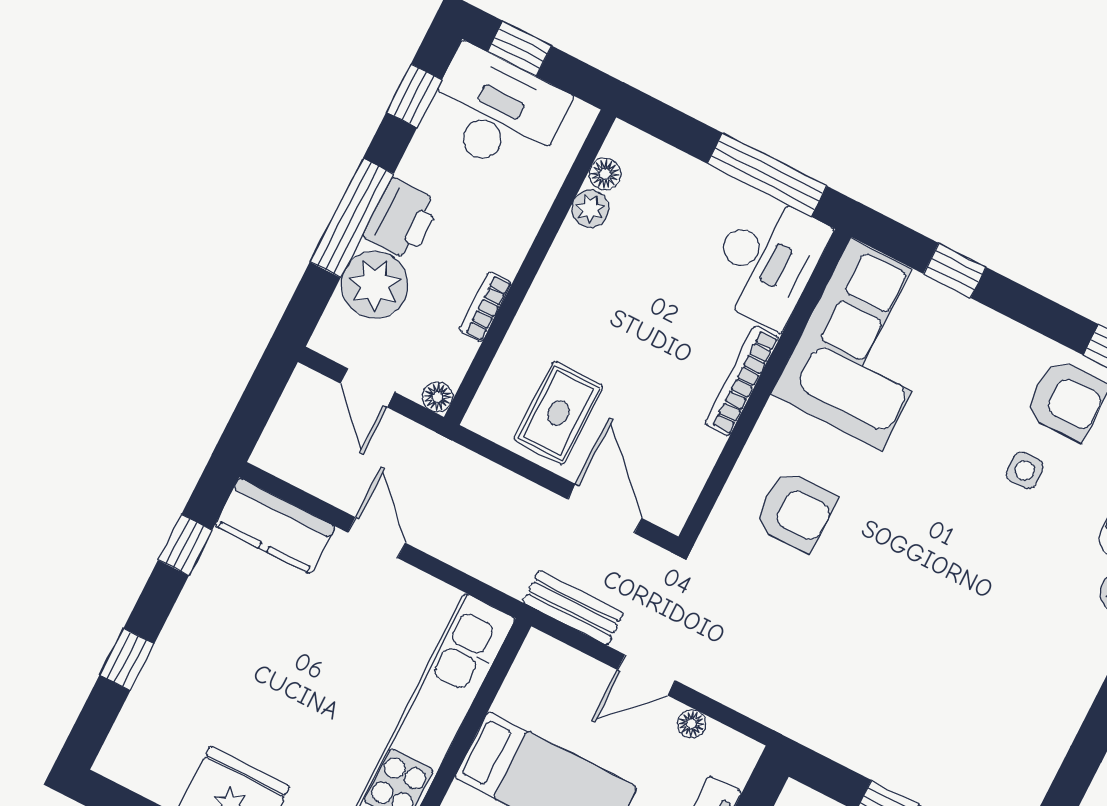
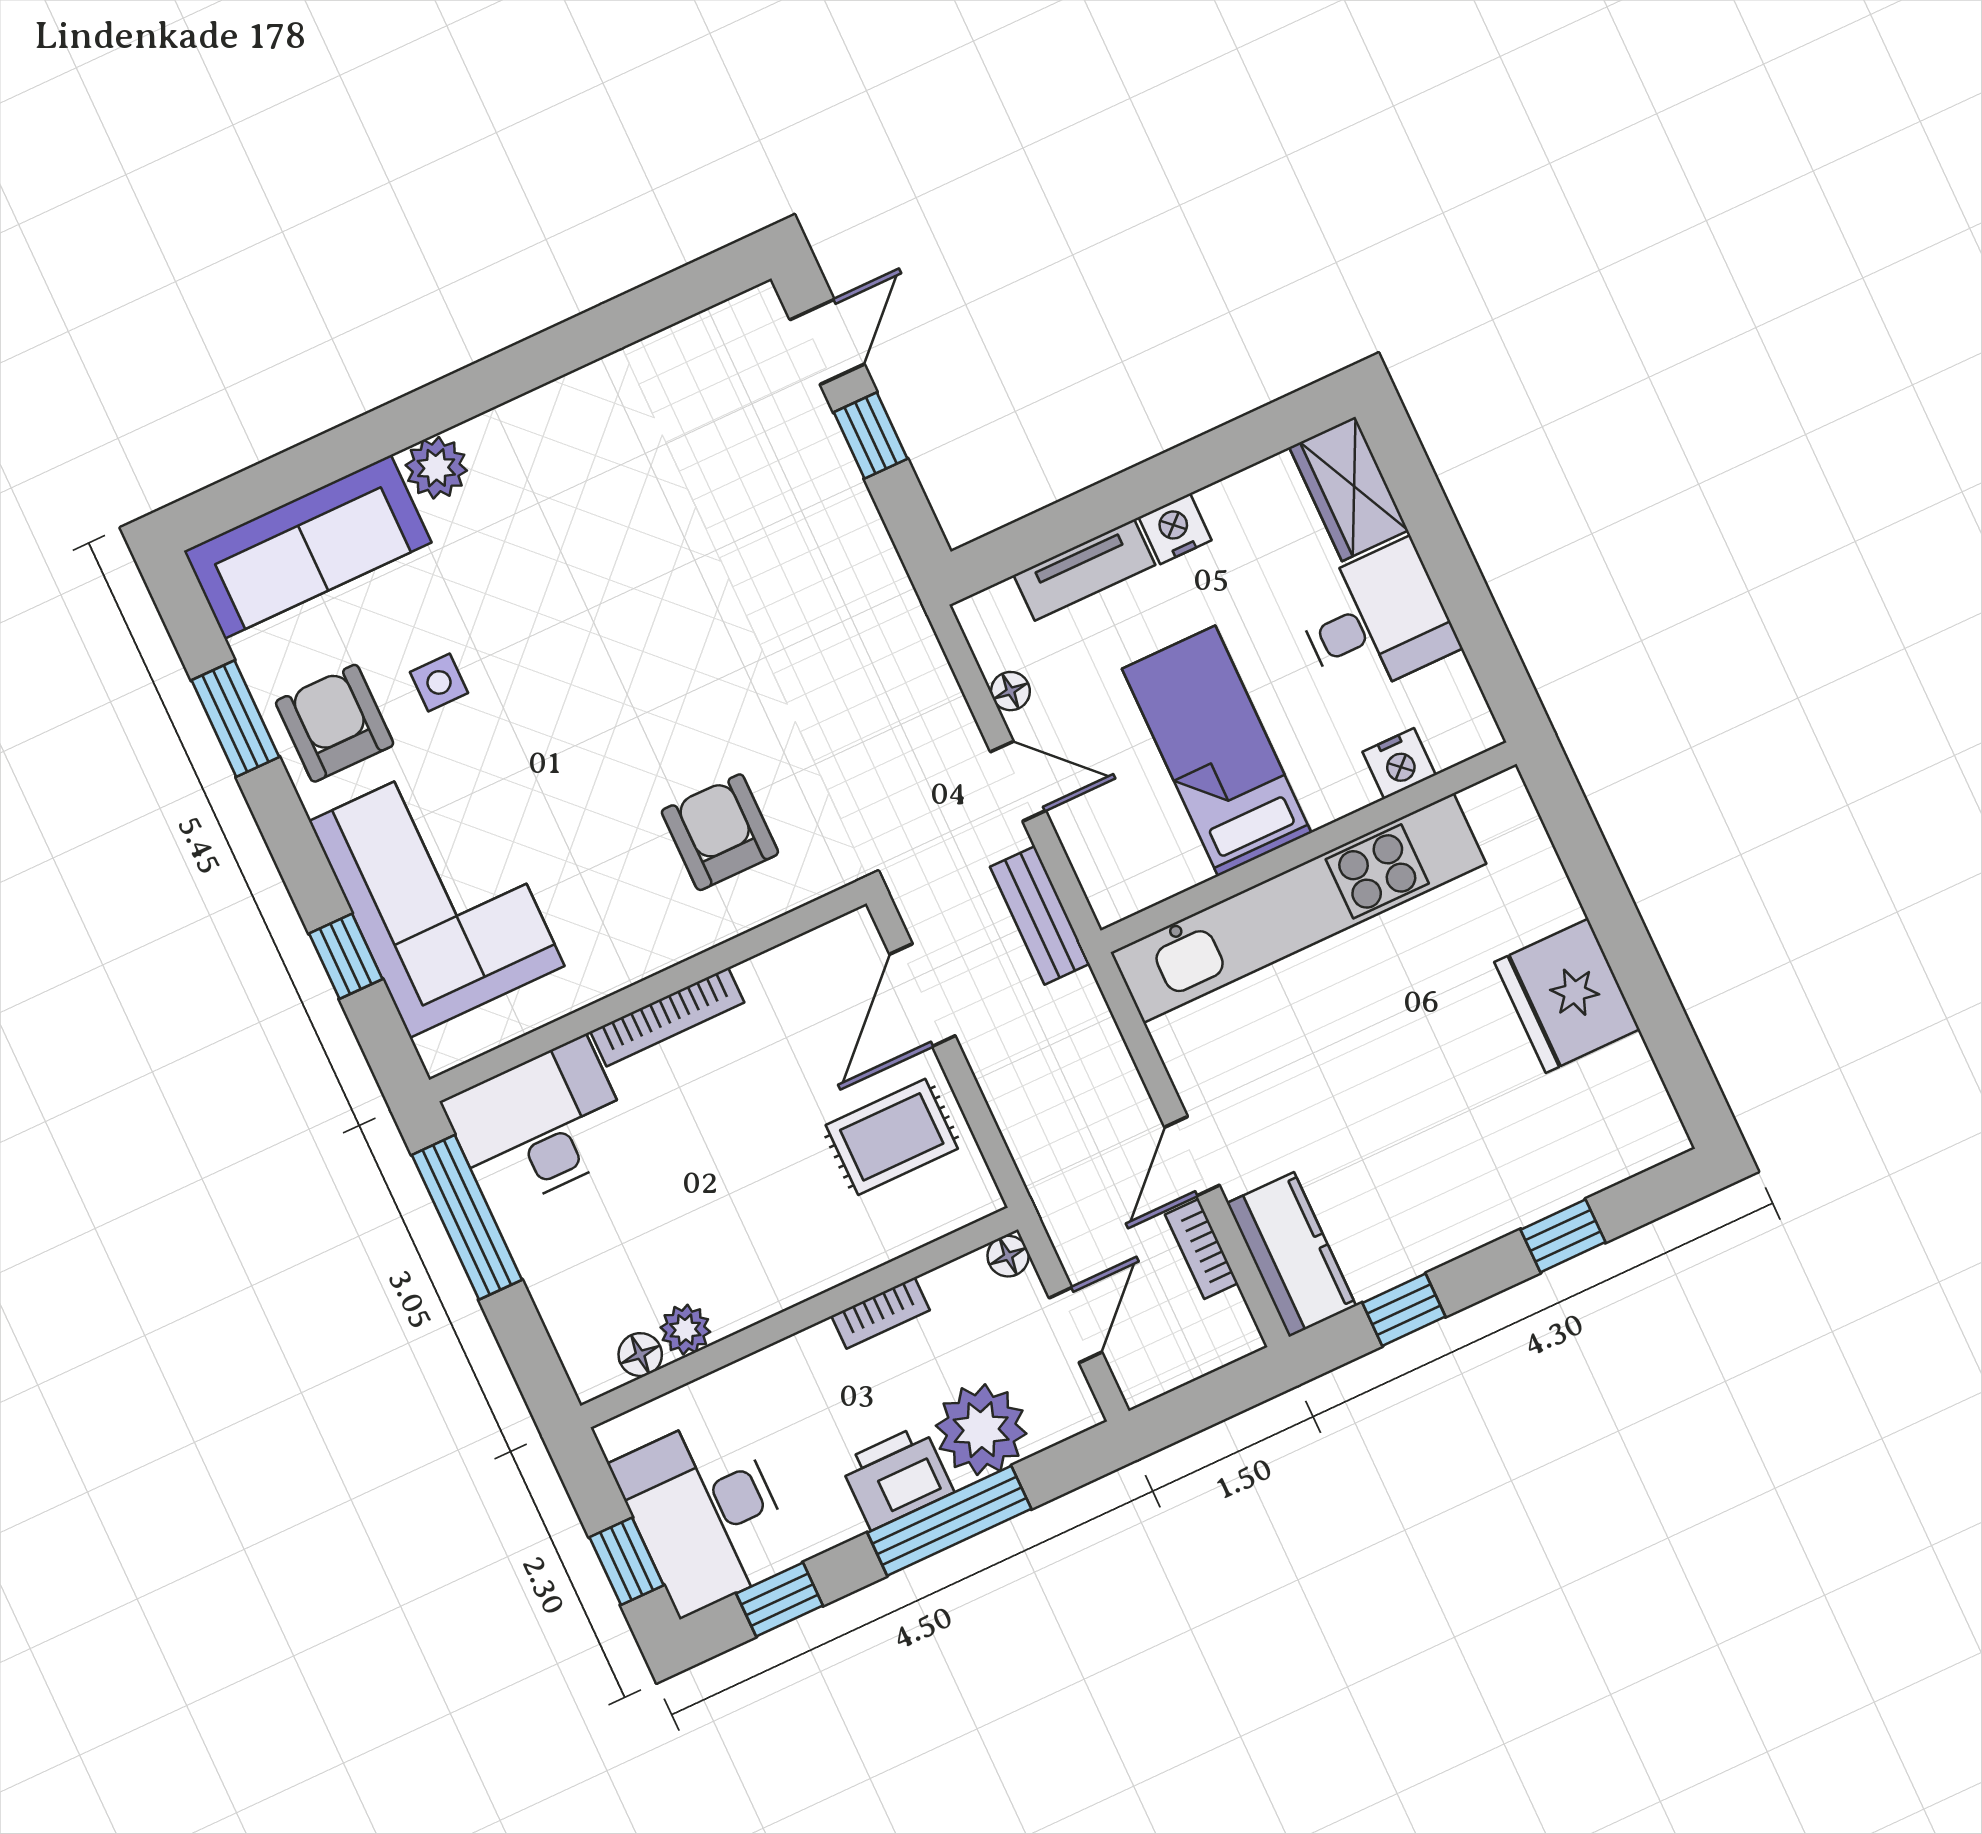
corner sofa: (866, 344) -> (437, 894), moved, turned 90
bookcase: (329, 489) -> (1202, 1249), added

